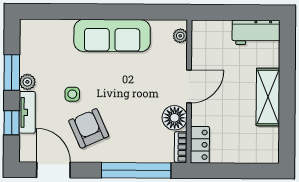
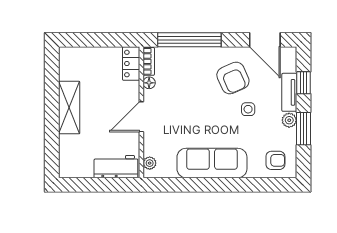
workbench: (256, 32) -> (116, 167), moved
armchair: (43, 38) -> (275, 160), added
floor lamp: (175, 118) -> (149, 83), width x0.53, depth x0.53

